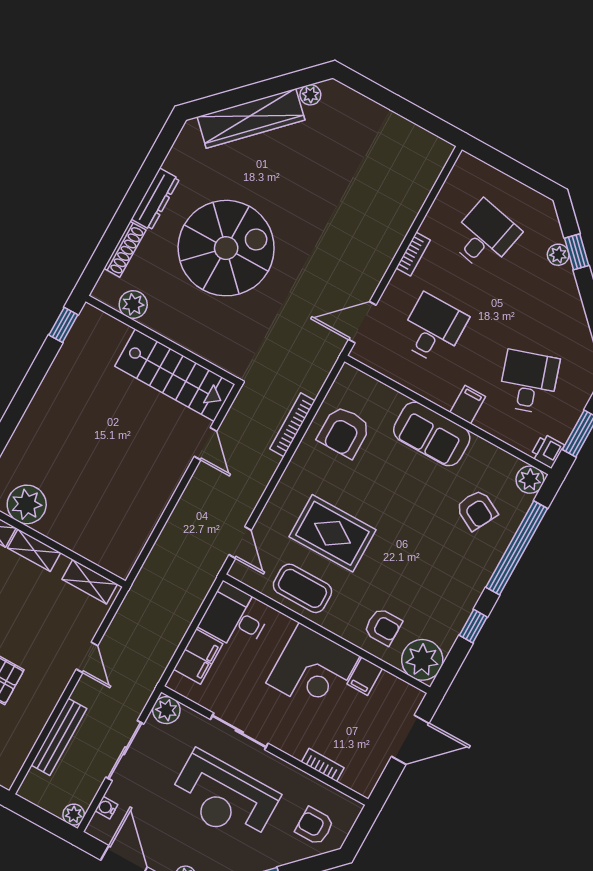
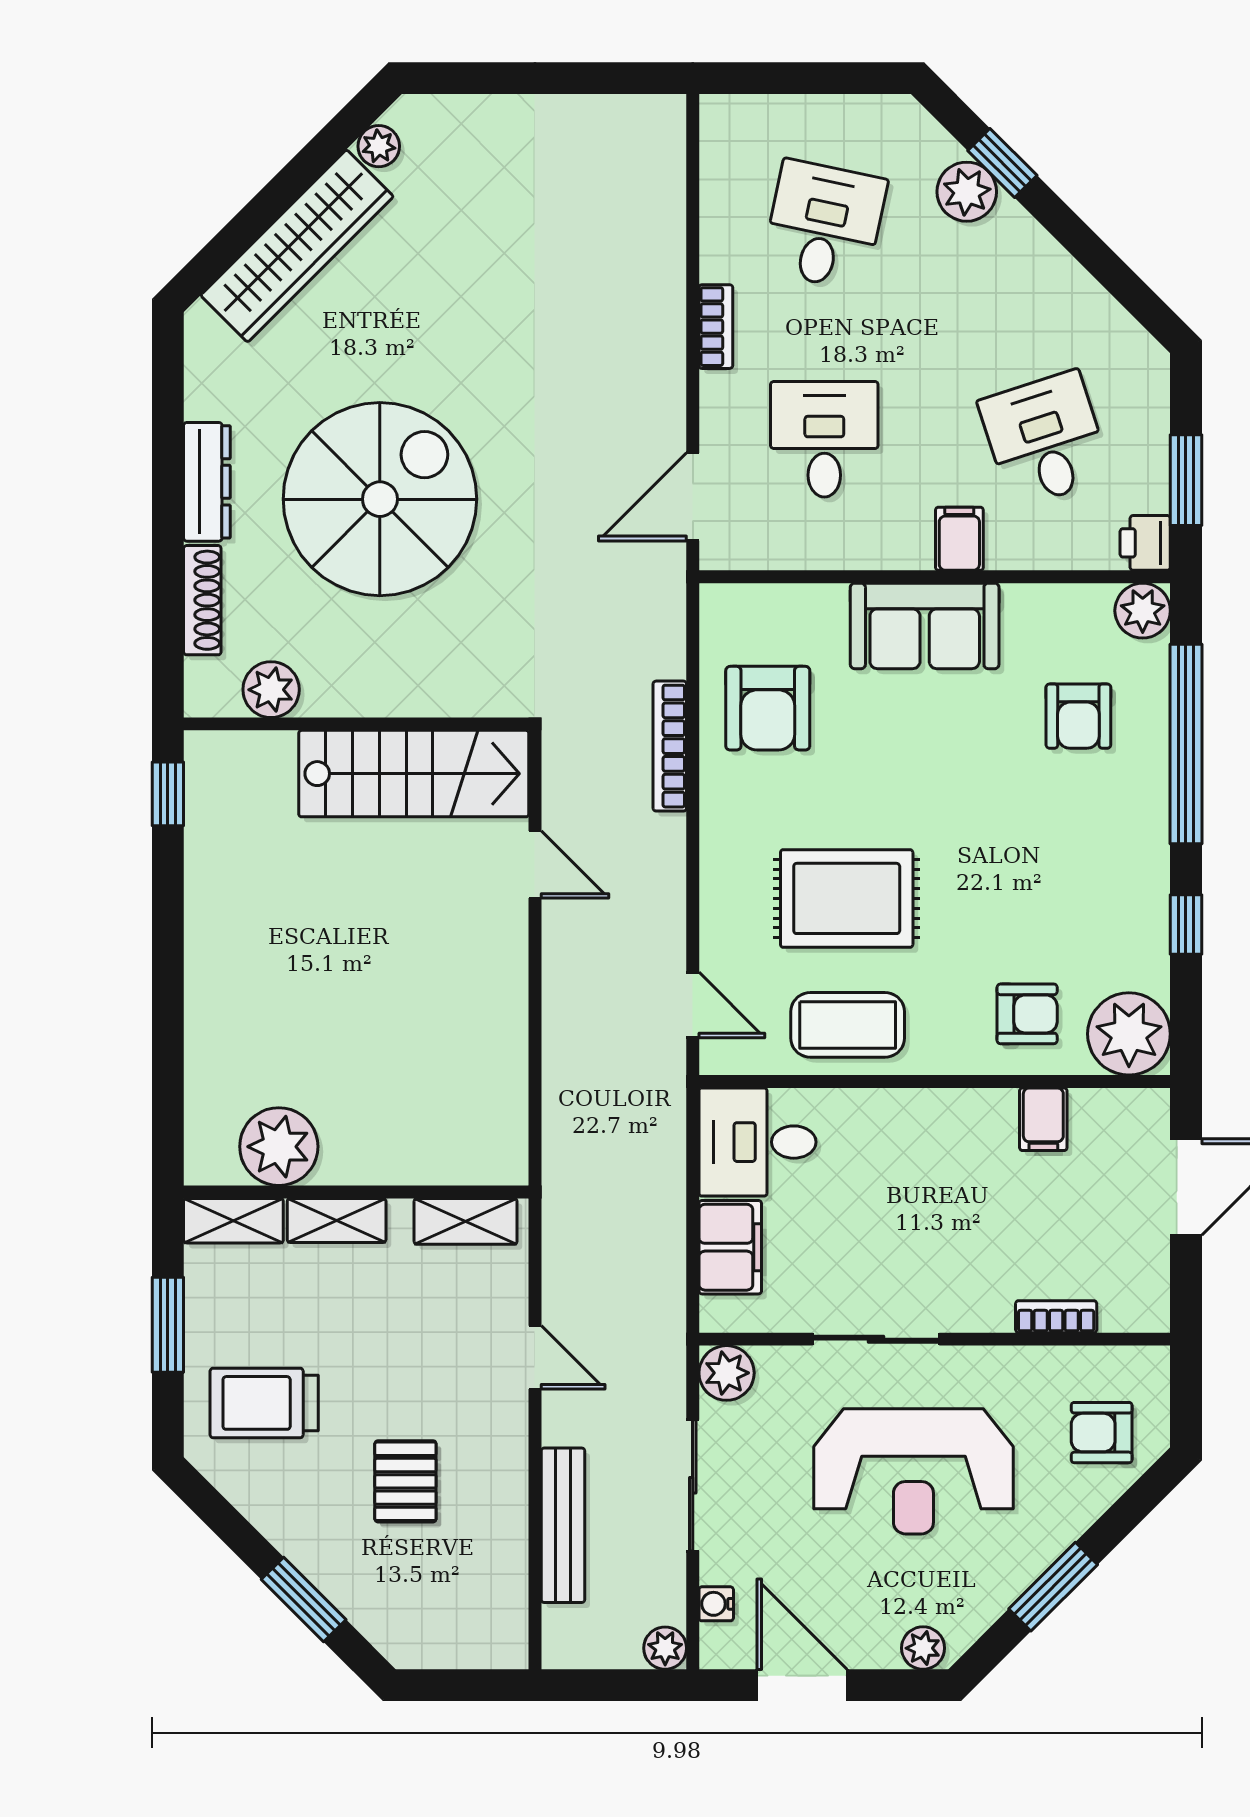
plant: (558, 255) -> (967, 192), width x1.38, depth x1.38
armchair: (477, 510) -> (1078, 716), turned 62
corner desk: (313, 669) -> (945, 1158), removed

